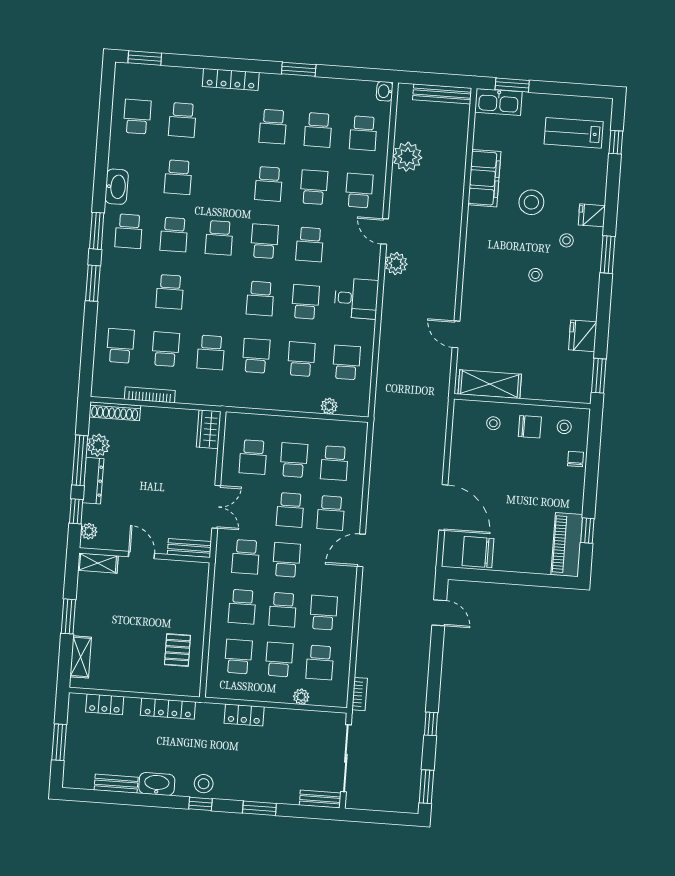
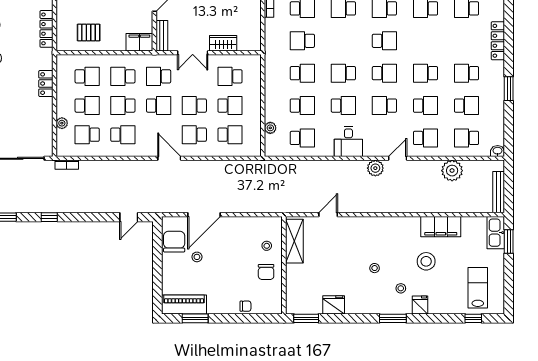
school desk: (318, 130) -> (467, 106), turned 180
school desk: (219, 238) -> (384, 41), turned 180
stool: (564, 427) -> (197, 257), moved
wardrobe: (209, 429) -> (223, 43), moved
school desk: (334, 463) -> (230, 135), turned 180
window: (587, 531) -> (195, 318), width x1.50
filing cabinet: (196, 580) -> (139, 42), added

